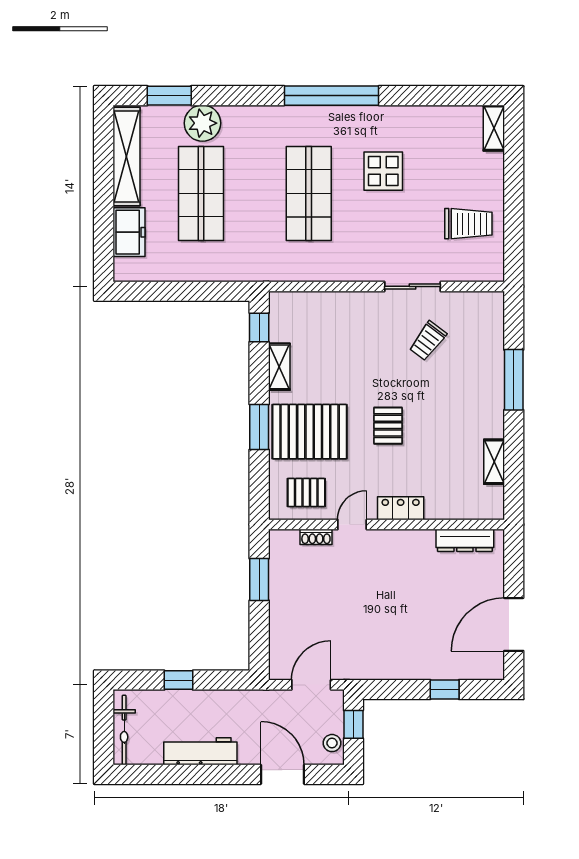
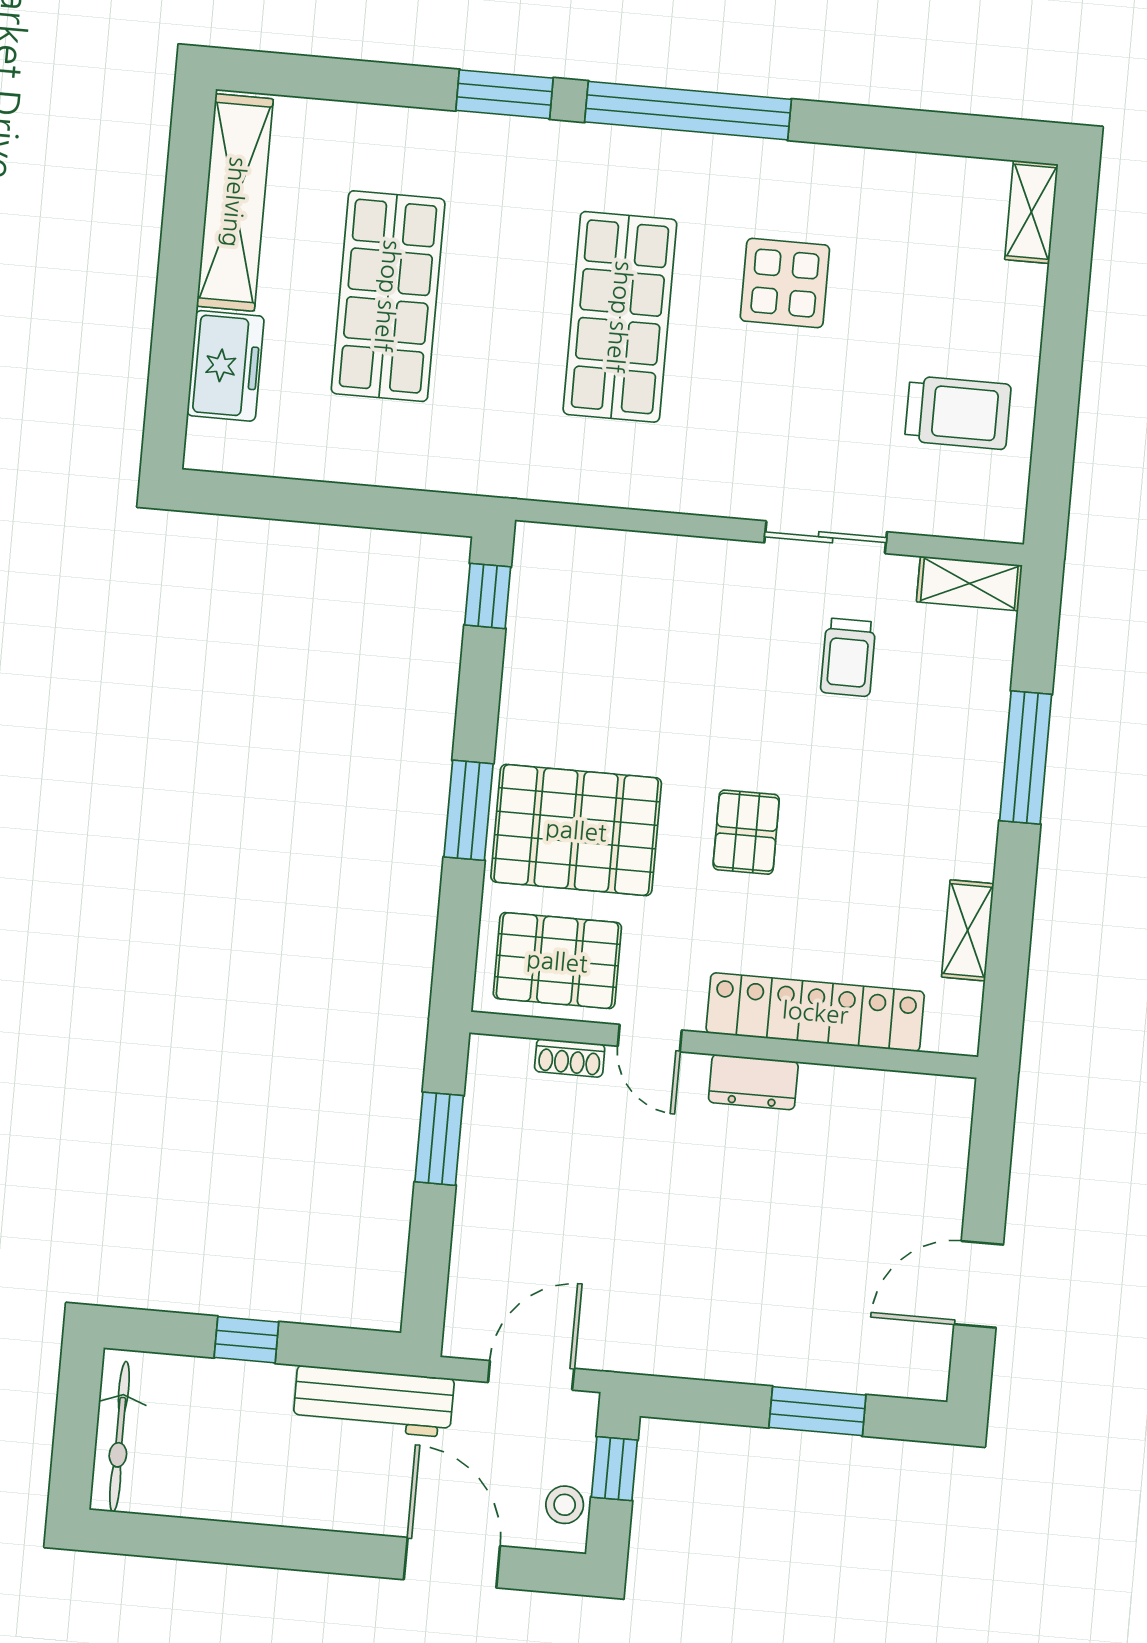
window: (169, 96) -> (505, 94), moved
plant: (202, 123) -> (405, 145), removed
trolley: (428, 341) -> (848, 657), turned -37
shelving: (279, 367) -> (969, 583), moved, turned 90
pallet: (306, 493) -> (557, 961), width x1.50, depth x1.42
locker: (401, 508) -> (815, 1012), width x2.16, depth x1.21
door: (352, 525) -> (650, 1038), swing flipped
dresser: (465, 540) -> (753, 1082), moved, width x0.70
door: (514, 624) -> (979, 1284), width x0.73
window: (445, 689) -> (817, 1411), width x1.50
workbench: (200, 751) -> (374, 1401), moved, turned 180

